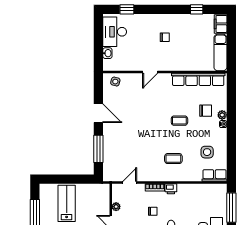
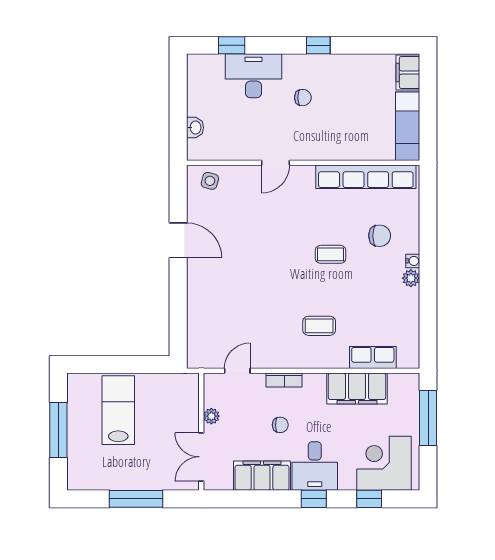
window: (197, 9) -> (318, 45), moved
desk: (115, 32) -> (253, 76), moved, turned 90
plant: (222, 115) -> (411, 278), moved
window: (98, 149) -> (178, 307), removed
side table: (207, 152) -> (383, 314), removed
row of seats: (214, 175) -> (373, 358), moved
printer: (171, 189) -> (314, 383), removed
filing cabinet: (194, 192) -> (357, 388), added

